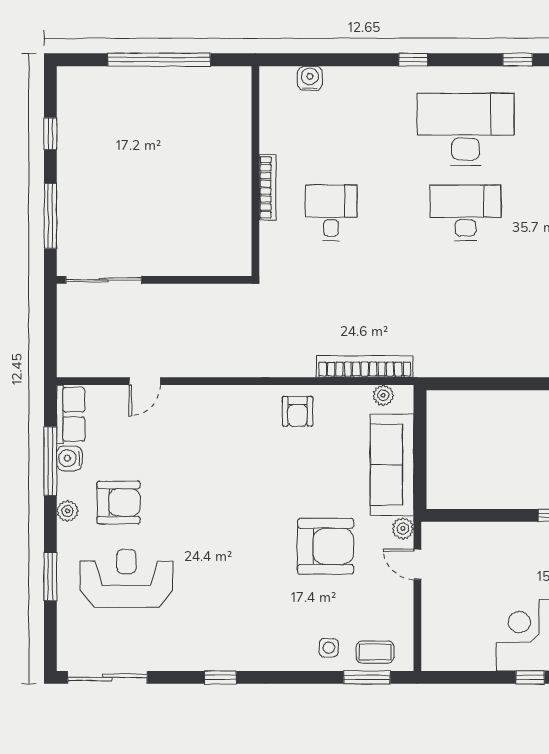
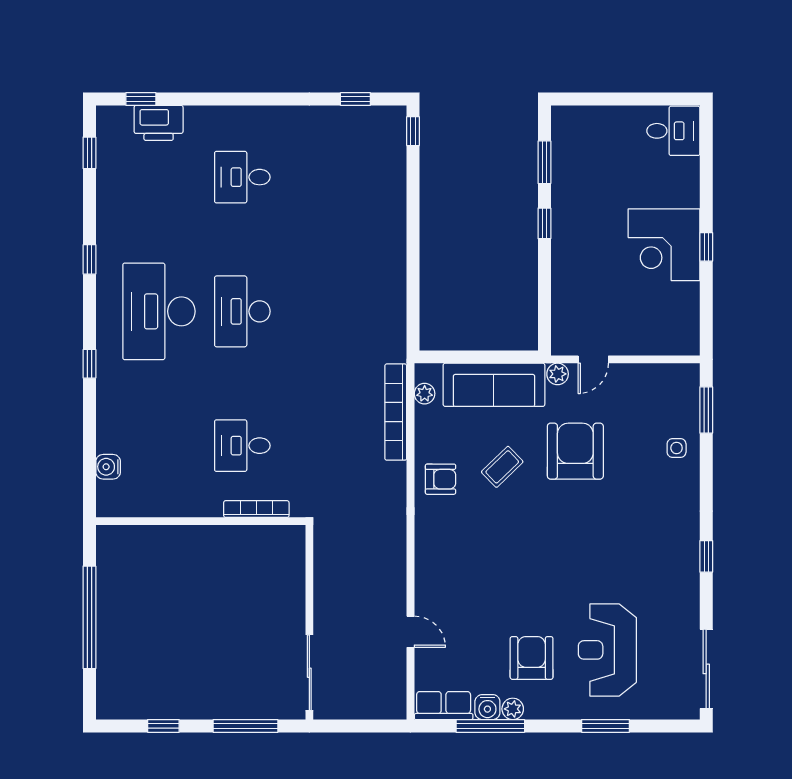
bookcase: (268, 187) -> (256, 509), moved
plant: (67, 511) -> (513, 709), moved
coffee table: (375, 652) -> (502, 467), moved, turned 46

